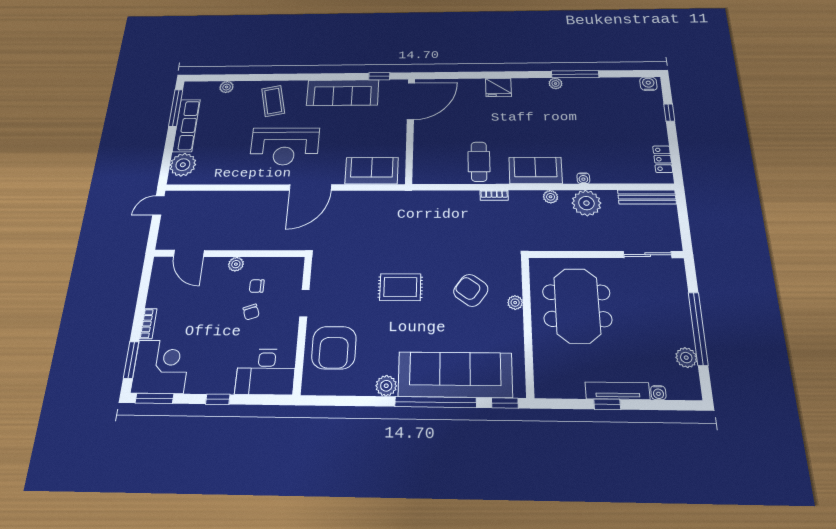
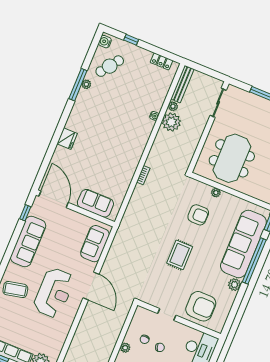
plant: (556, 84) -> (86, 84), moved
cafe table: (479, 162) -> (110, 66), moved, turned -54
sofa: (535, 170) -> (95, 203), moved, turned 90
plant: (551, 197) -> (173, 106), moved
armchair: (471, 290) -> (198, 215), turned -126
meeting table: (577, 306) -> (232, 158), turned 90

